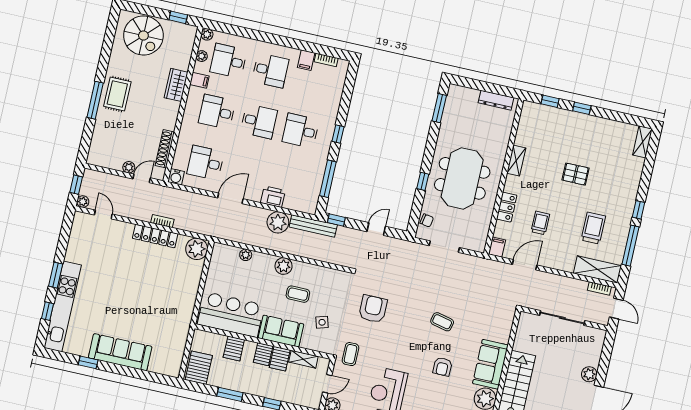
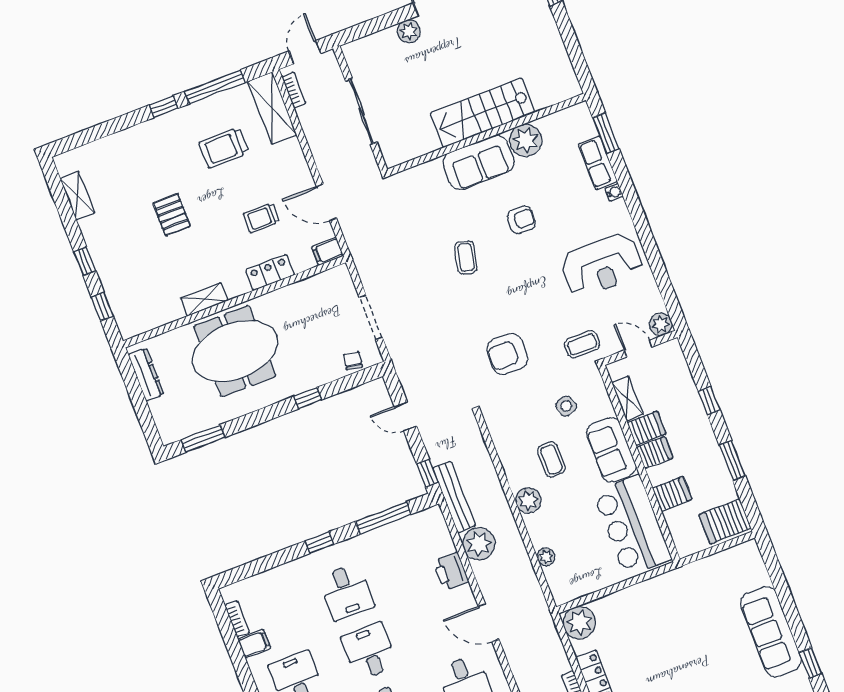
shelving: (642, 142) -> (77, 196), moved, turned 90
meeting table: (462, 178) -> (235, 351), moved

